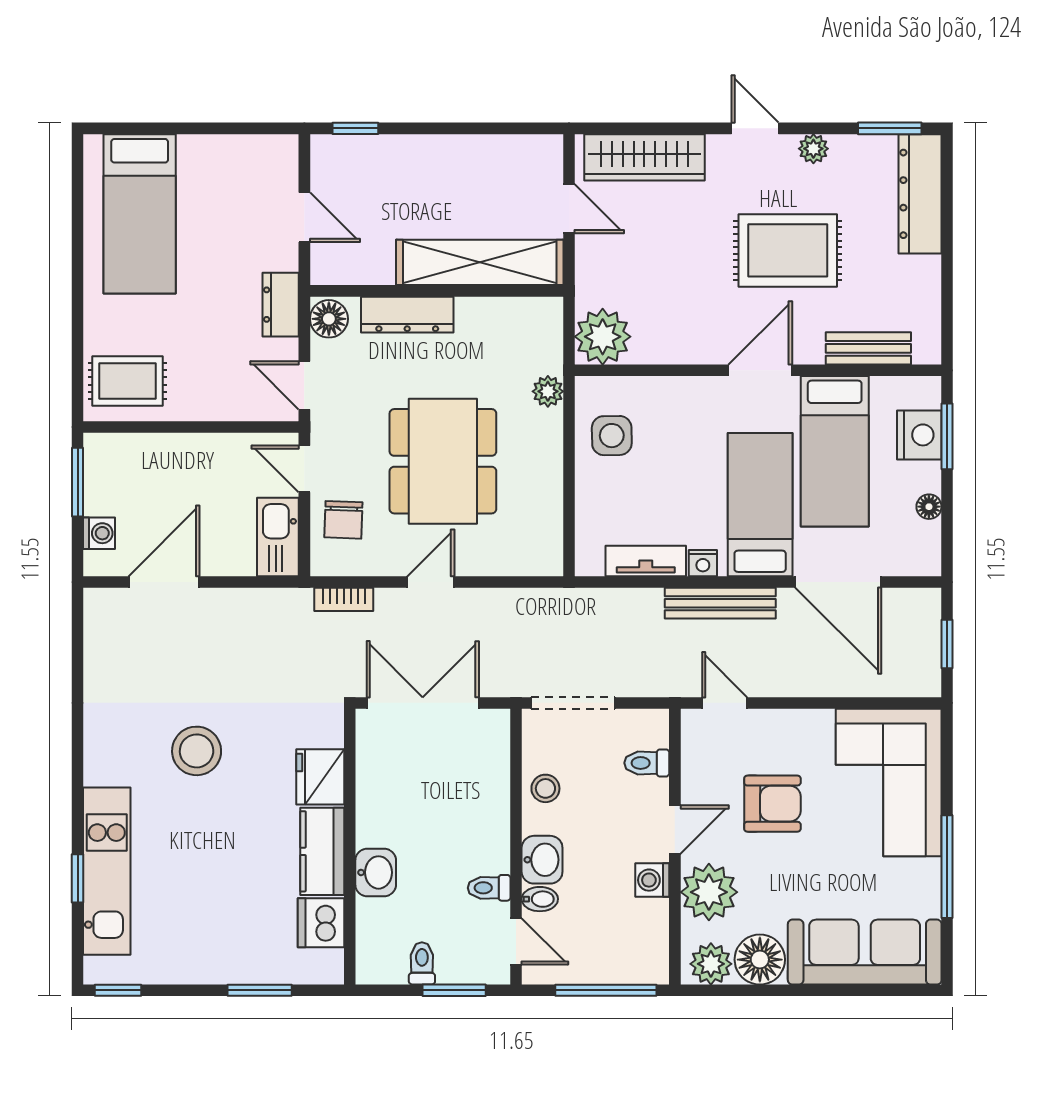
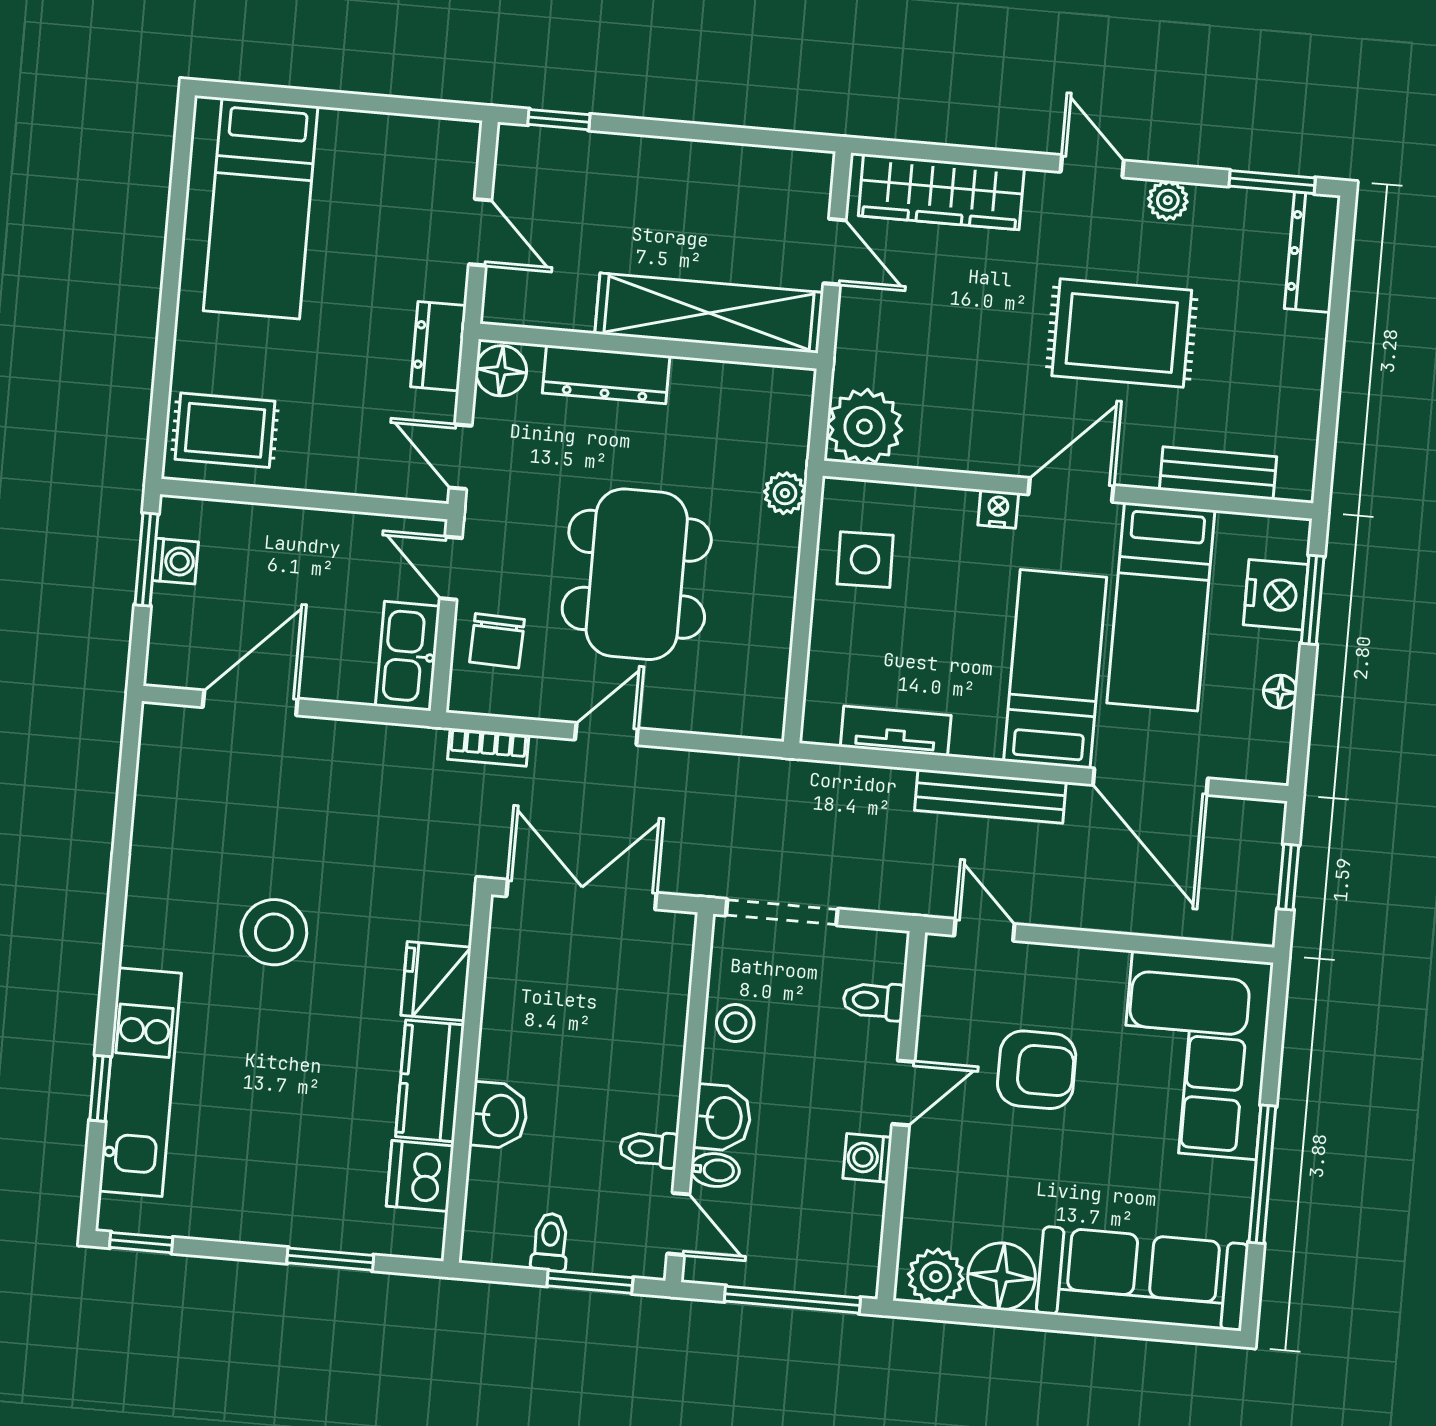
dresser: (920, 194) -> (1312, 252), width x0.73, depth x0.80
washing machine: (99, 533) -> (175, 561), moved
nightstand: (703, 563) -> (998, 509), moved, turned 180
plant: (709, 892) -> (941, 1180), removed

